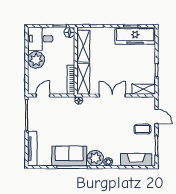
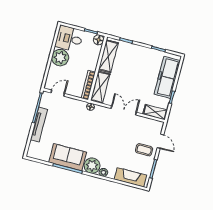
freezer: (135, 36) -> (167, 77), moved, turned 90
tv unit: (32, 149) -> (39, 125), moved

